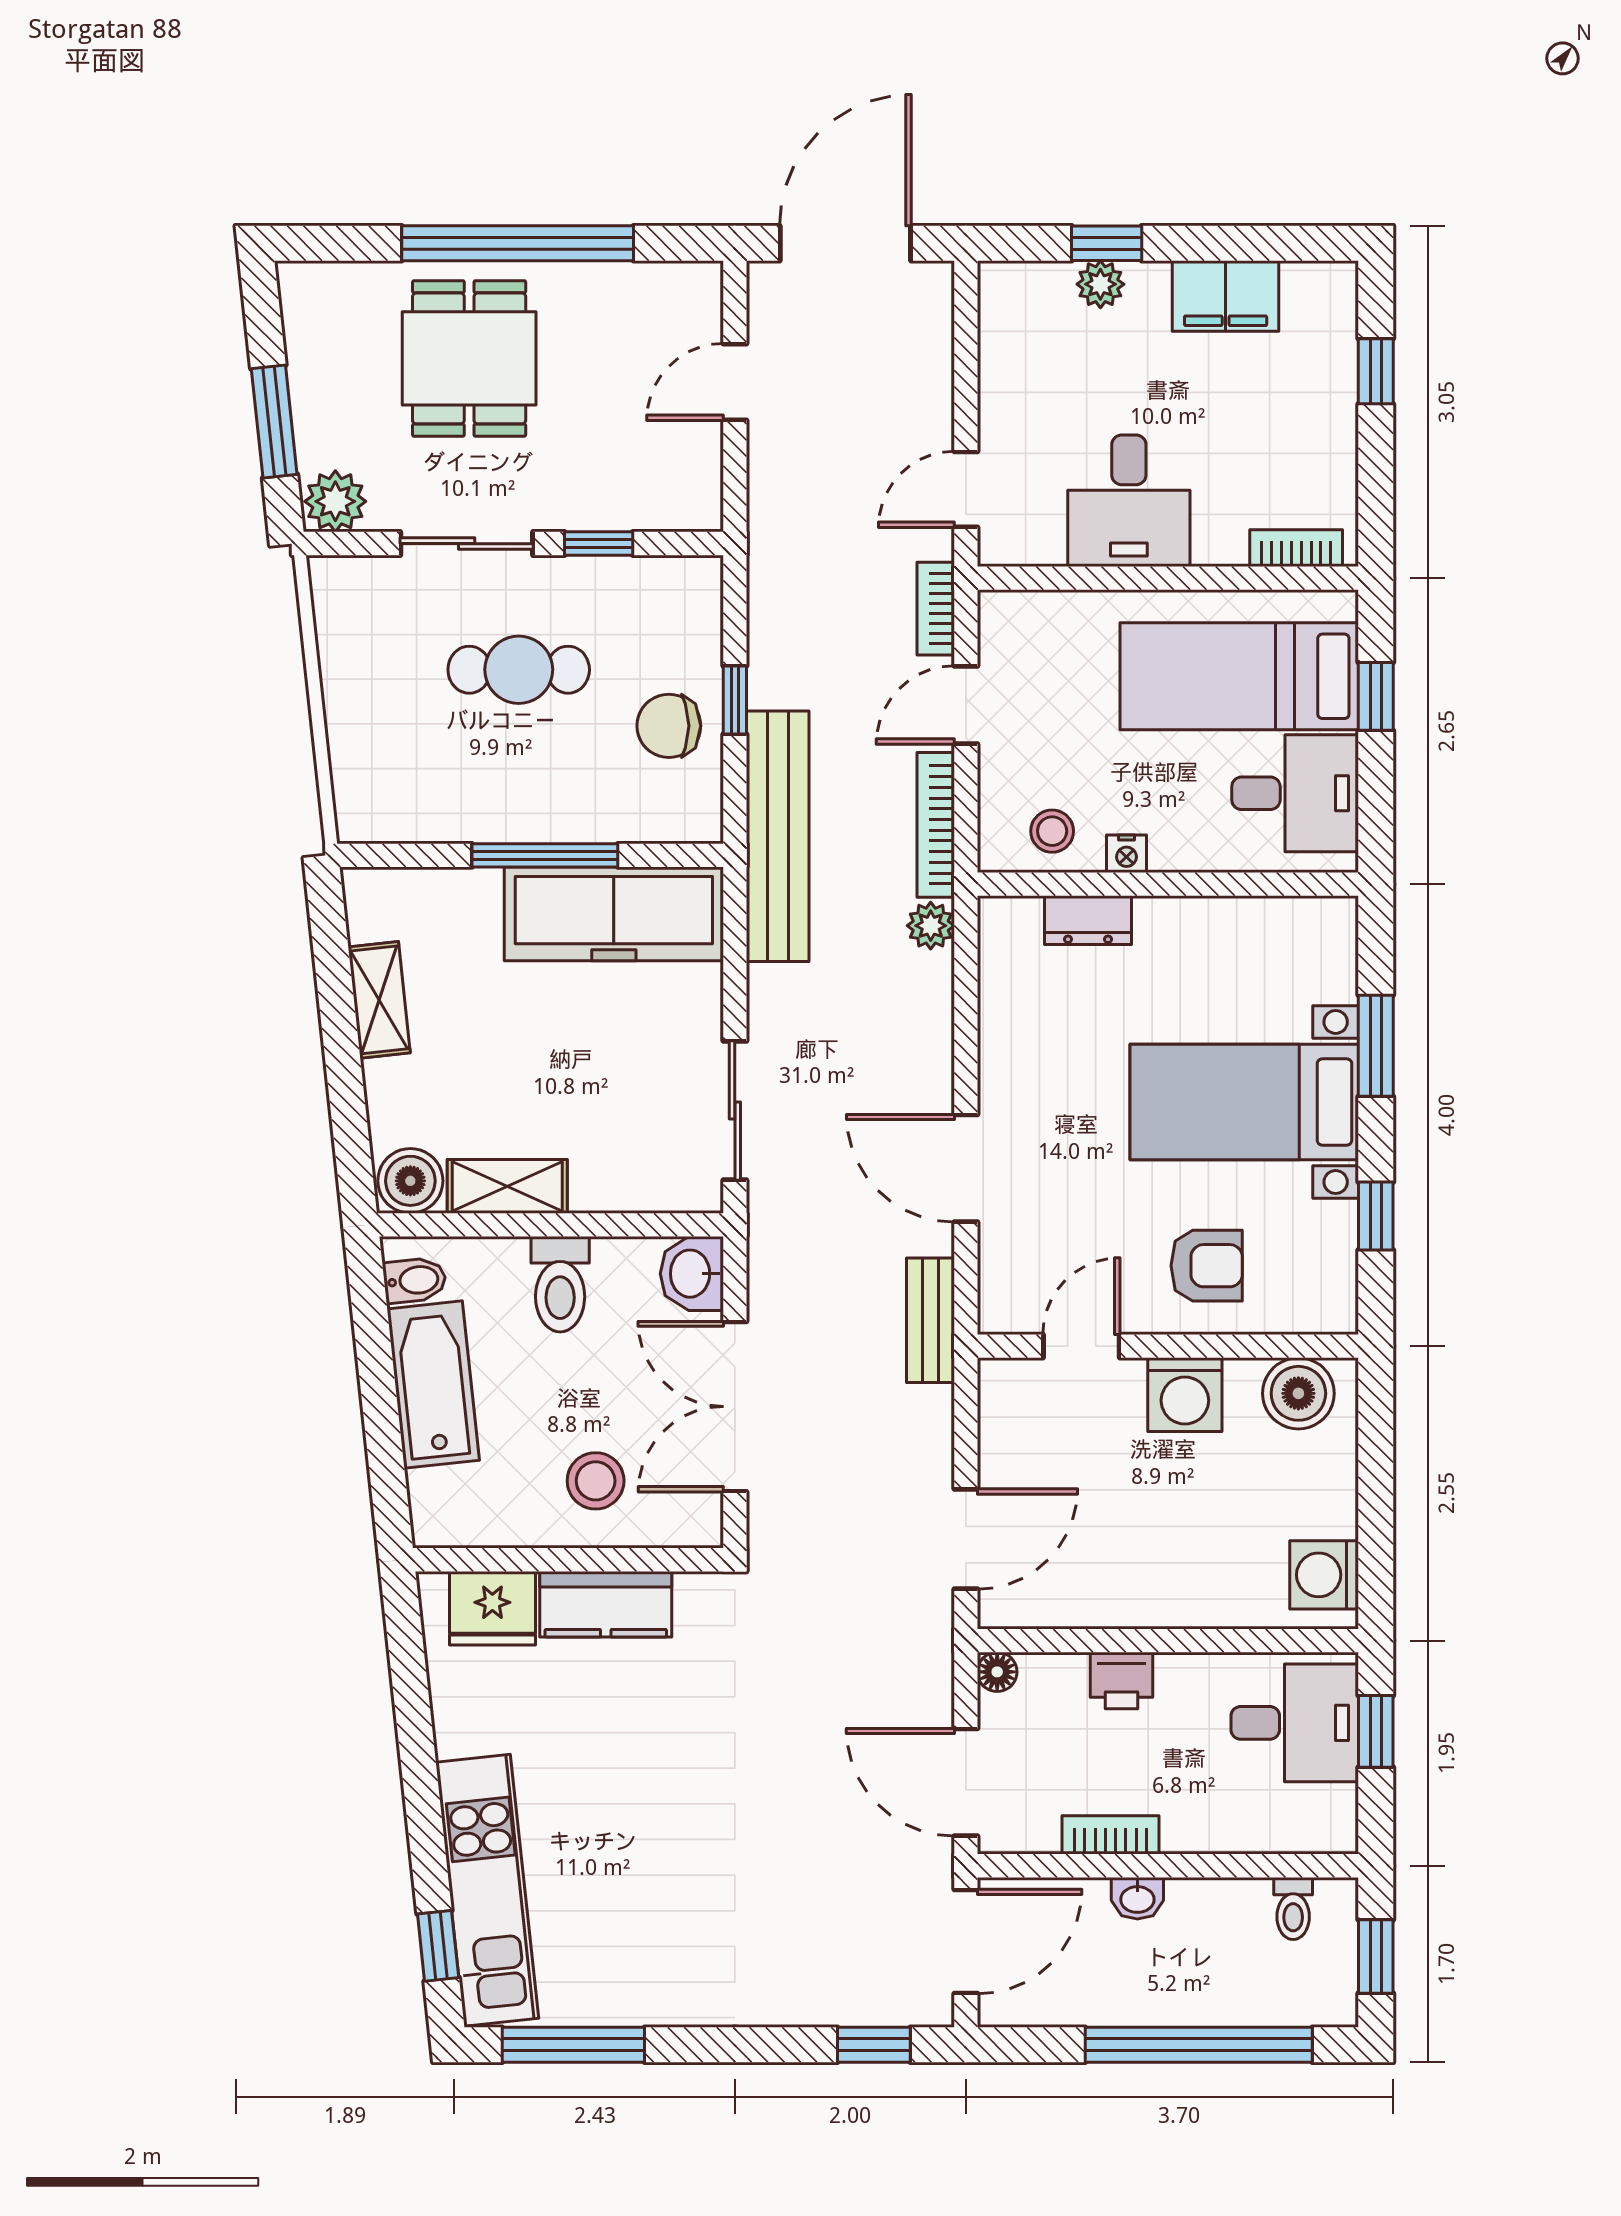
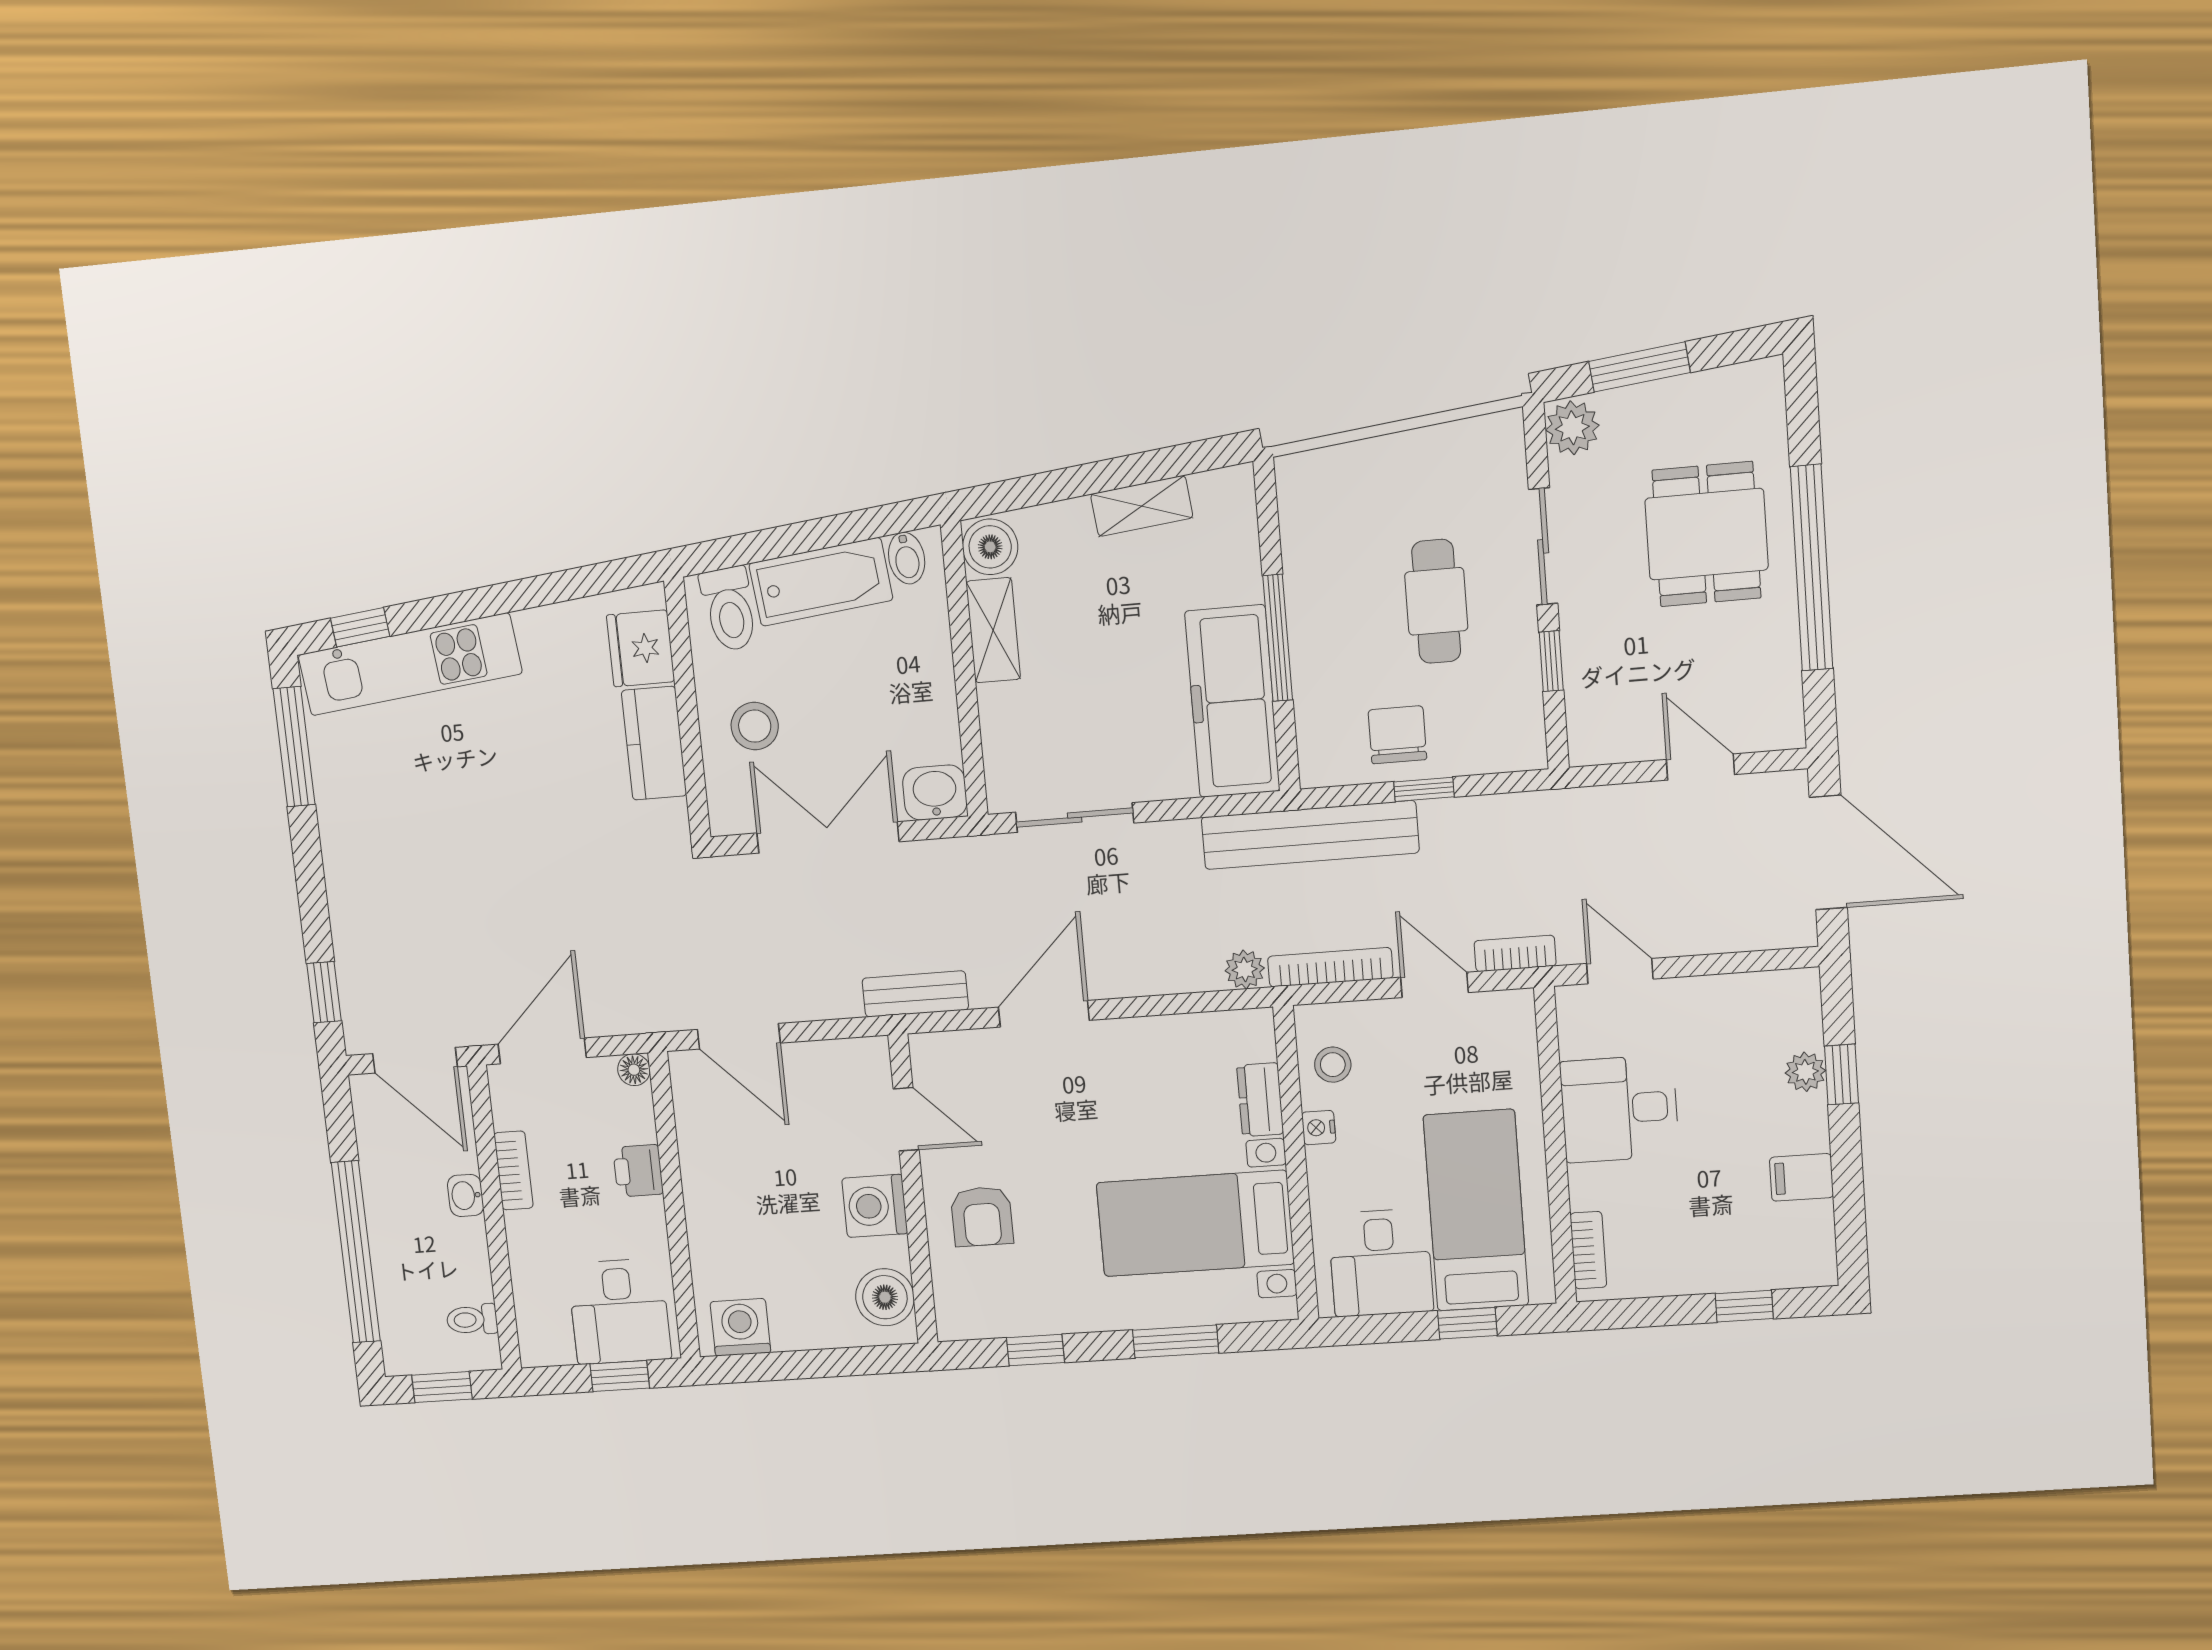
filing cabinet: (1226, 296) -> (1801, 1177), width x0.50
dining table: (469, 358) -> (1707, 534), turned 90
bed with nightstands: (1244, 1102) -> (1195, 1223), moved, turned -90
toilet: (560, 1284) -> (729, 609), moved, turned -96

